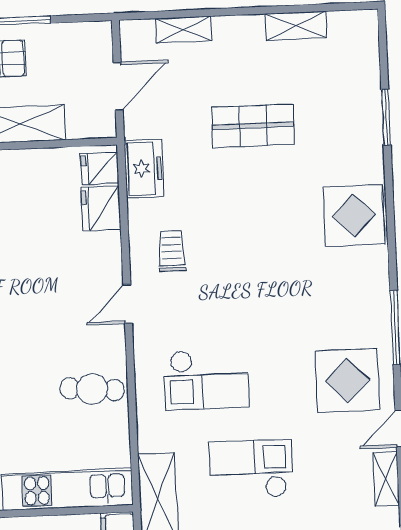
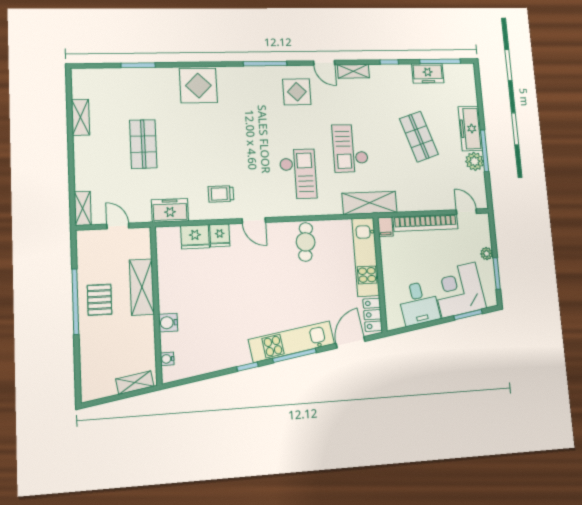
shelving: (184, 30) -> (83, 208), moved
door: (118, 86) -> (118, 226), width x0.73
fridge: (100, 168) -> (220, 235), moved
display table: (347, 380) -> (297, 92), width x0.73, depth x0.73

